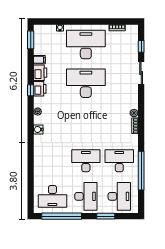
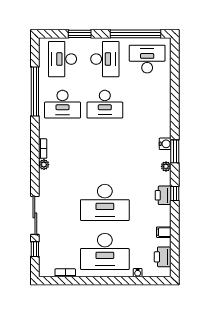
window: (31, 40) -> (175, 151), moved
printer: (40, 73) -> (163, 257), moved
sliding door: (141, 73) -> (35, 215), width x1.37
desk: (86, 196) -> (105, 59), turned 180

